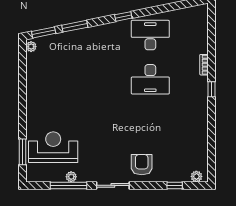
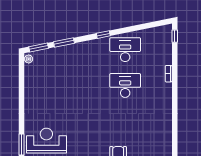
desk: (150, 79) -> (125, 85), turned 180
window: (211, 89) -> (175, 36), moved

